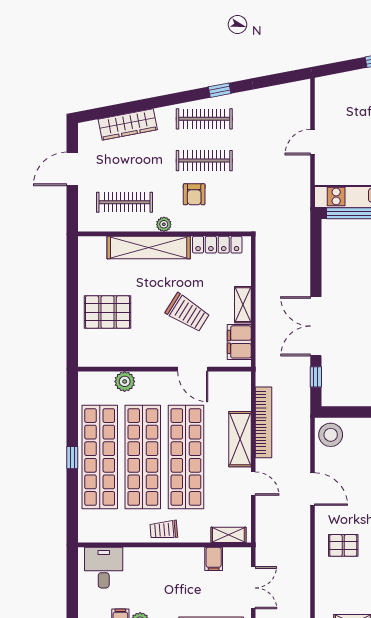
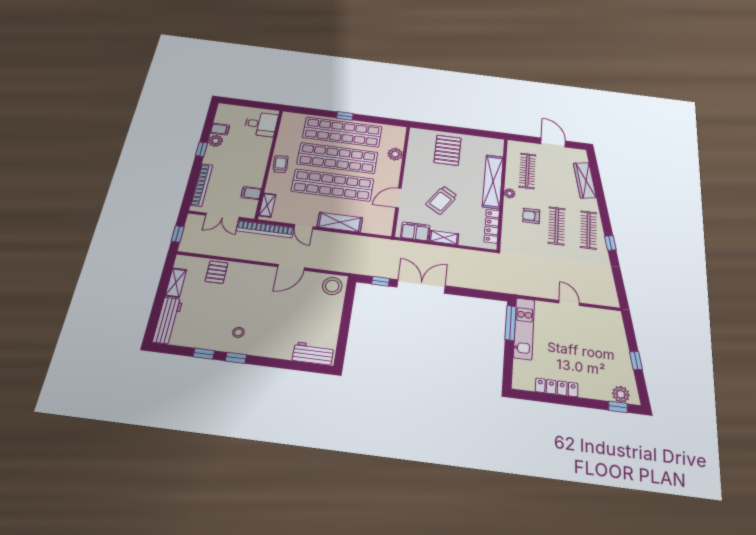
bookcase: (264, 422) -> (265, 229), moved
door: (253, 484) -> (304, 227), hinge flipped
pallet: (343, 545) -> (217, 272), moved

